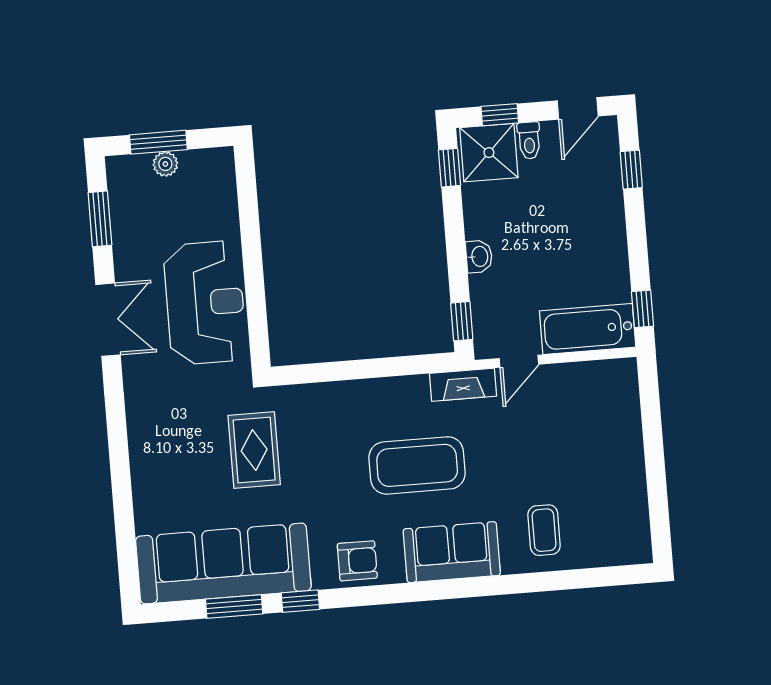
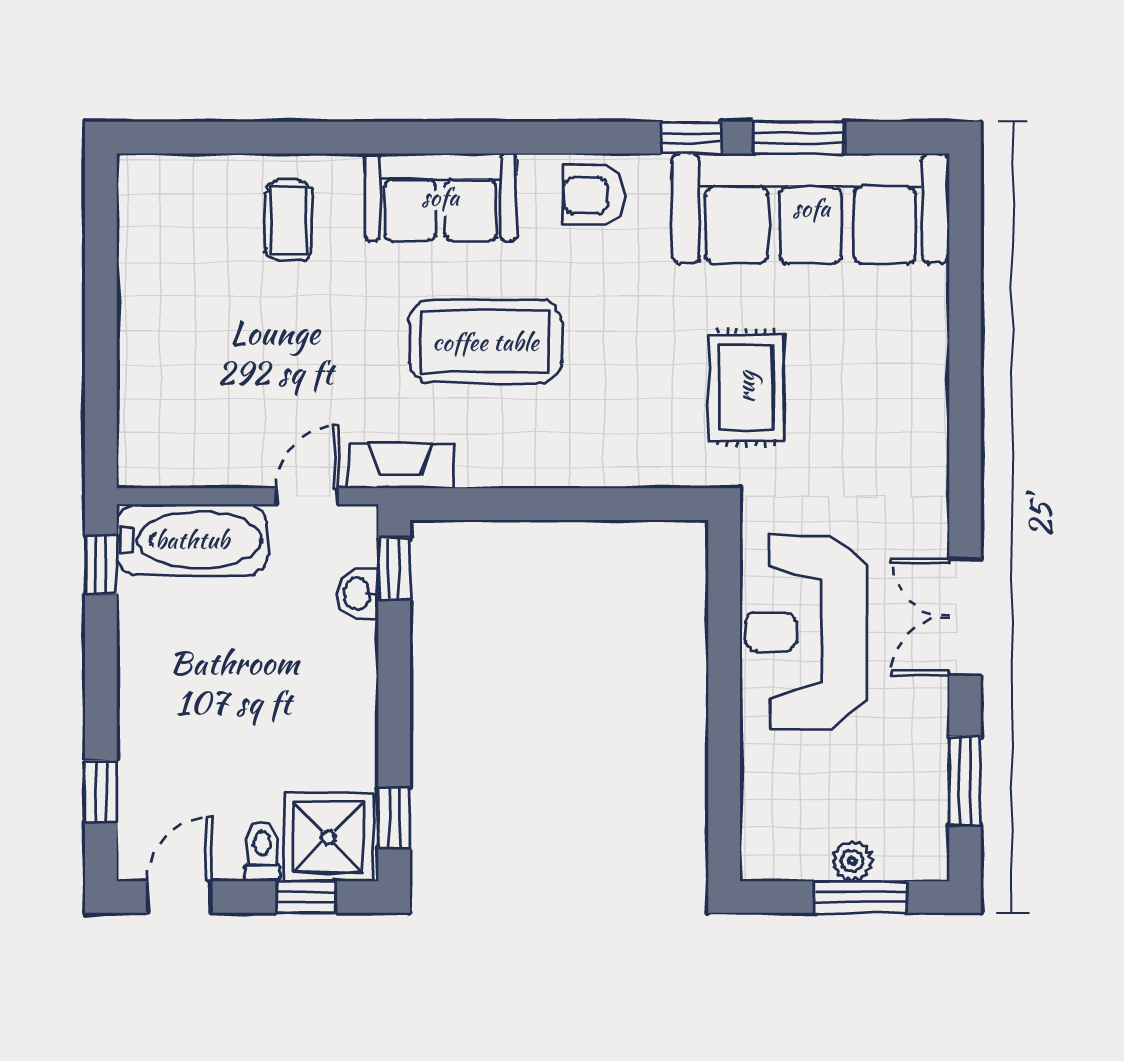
washbasin: (479, 256) -> (358, 594), moved

